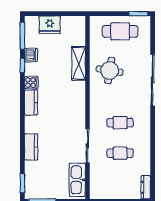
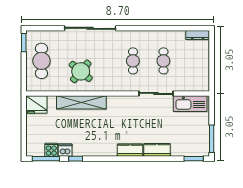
fridge: (50, 25) -> (36, 105), moved, turned 90
shelving: (79, 63) -> (81, 102), width x1.47
round table: (110, 71) -> (81, 71), turned 31
cooker: (31, 83) -> (51, 150), moved
kitchen counter: (31, 102) -> (130, 150), moved

